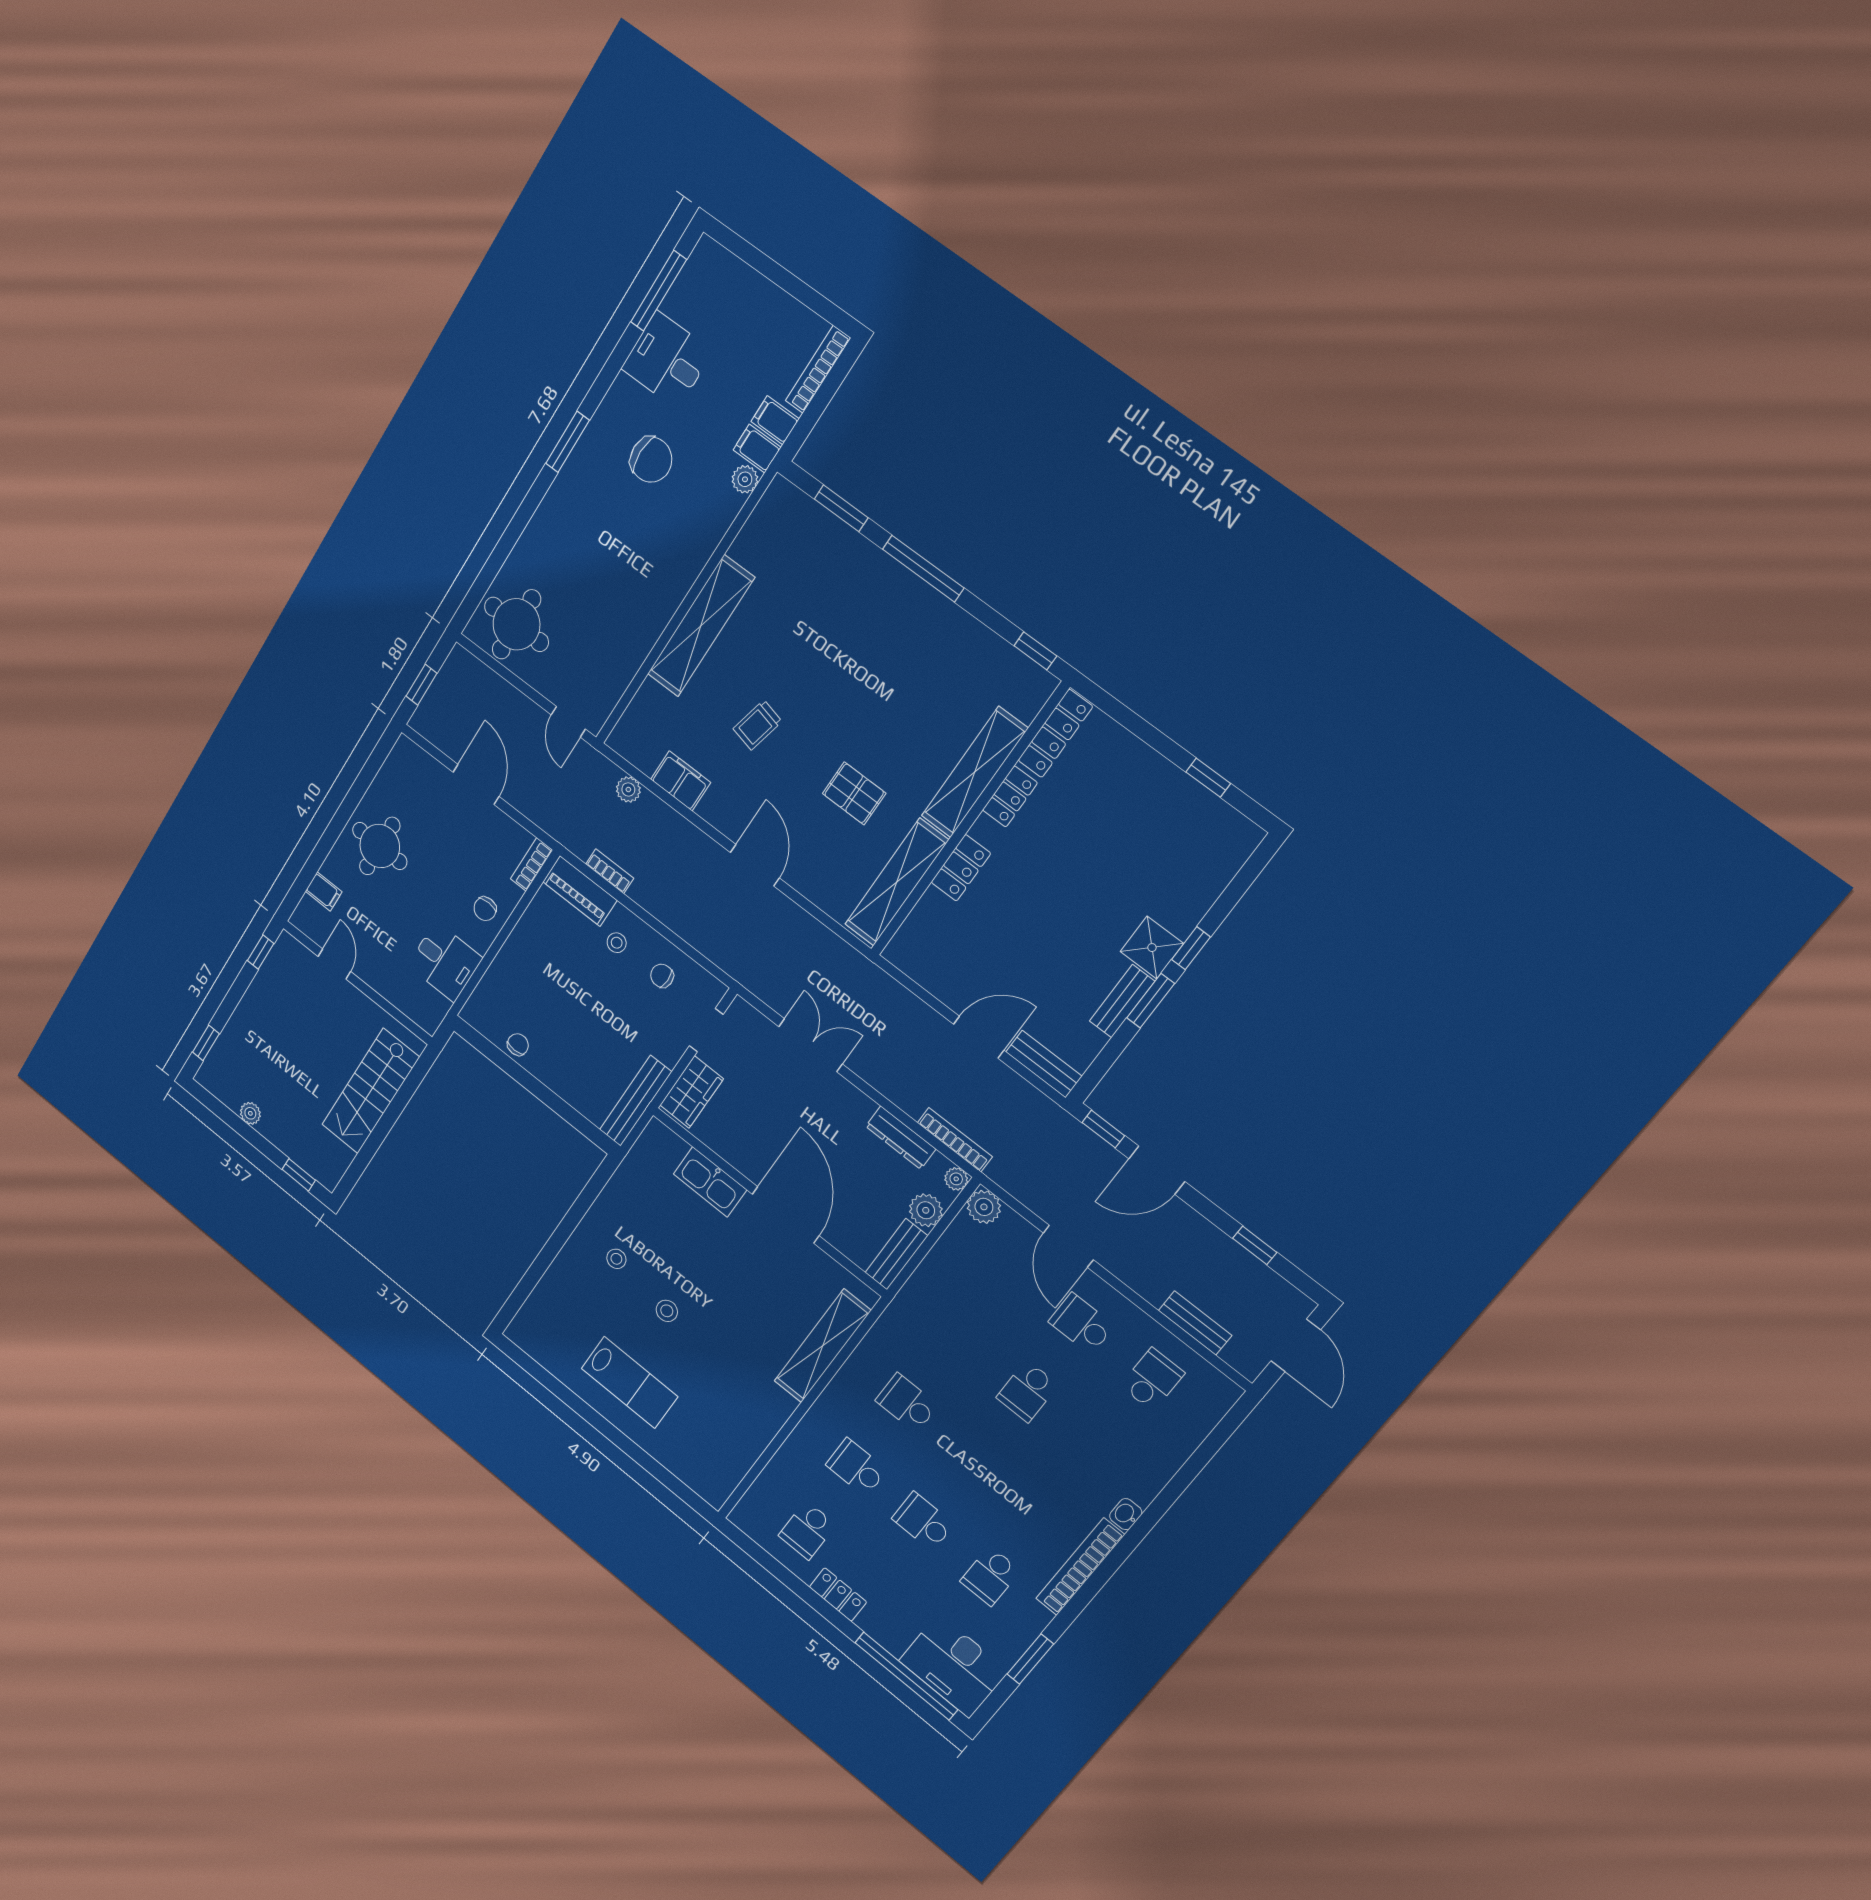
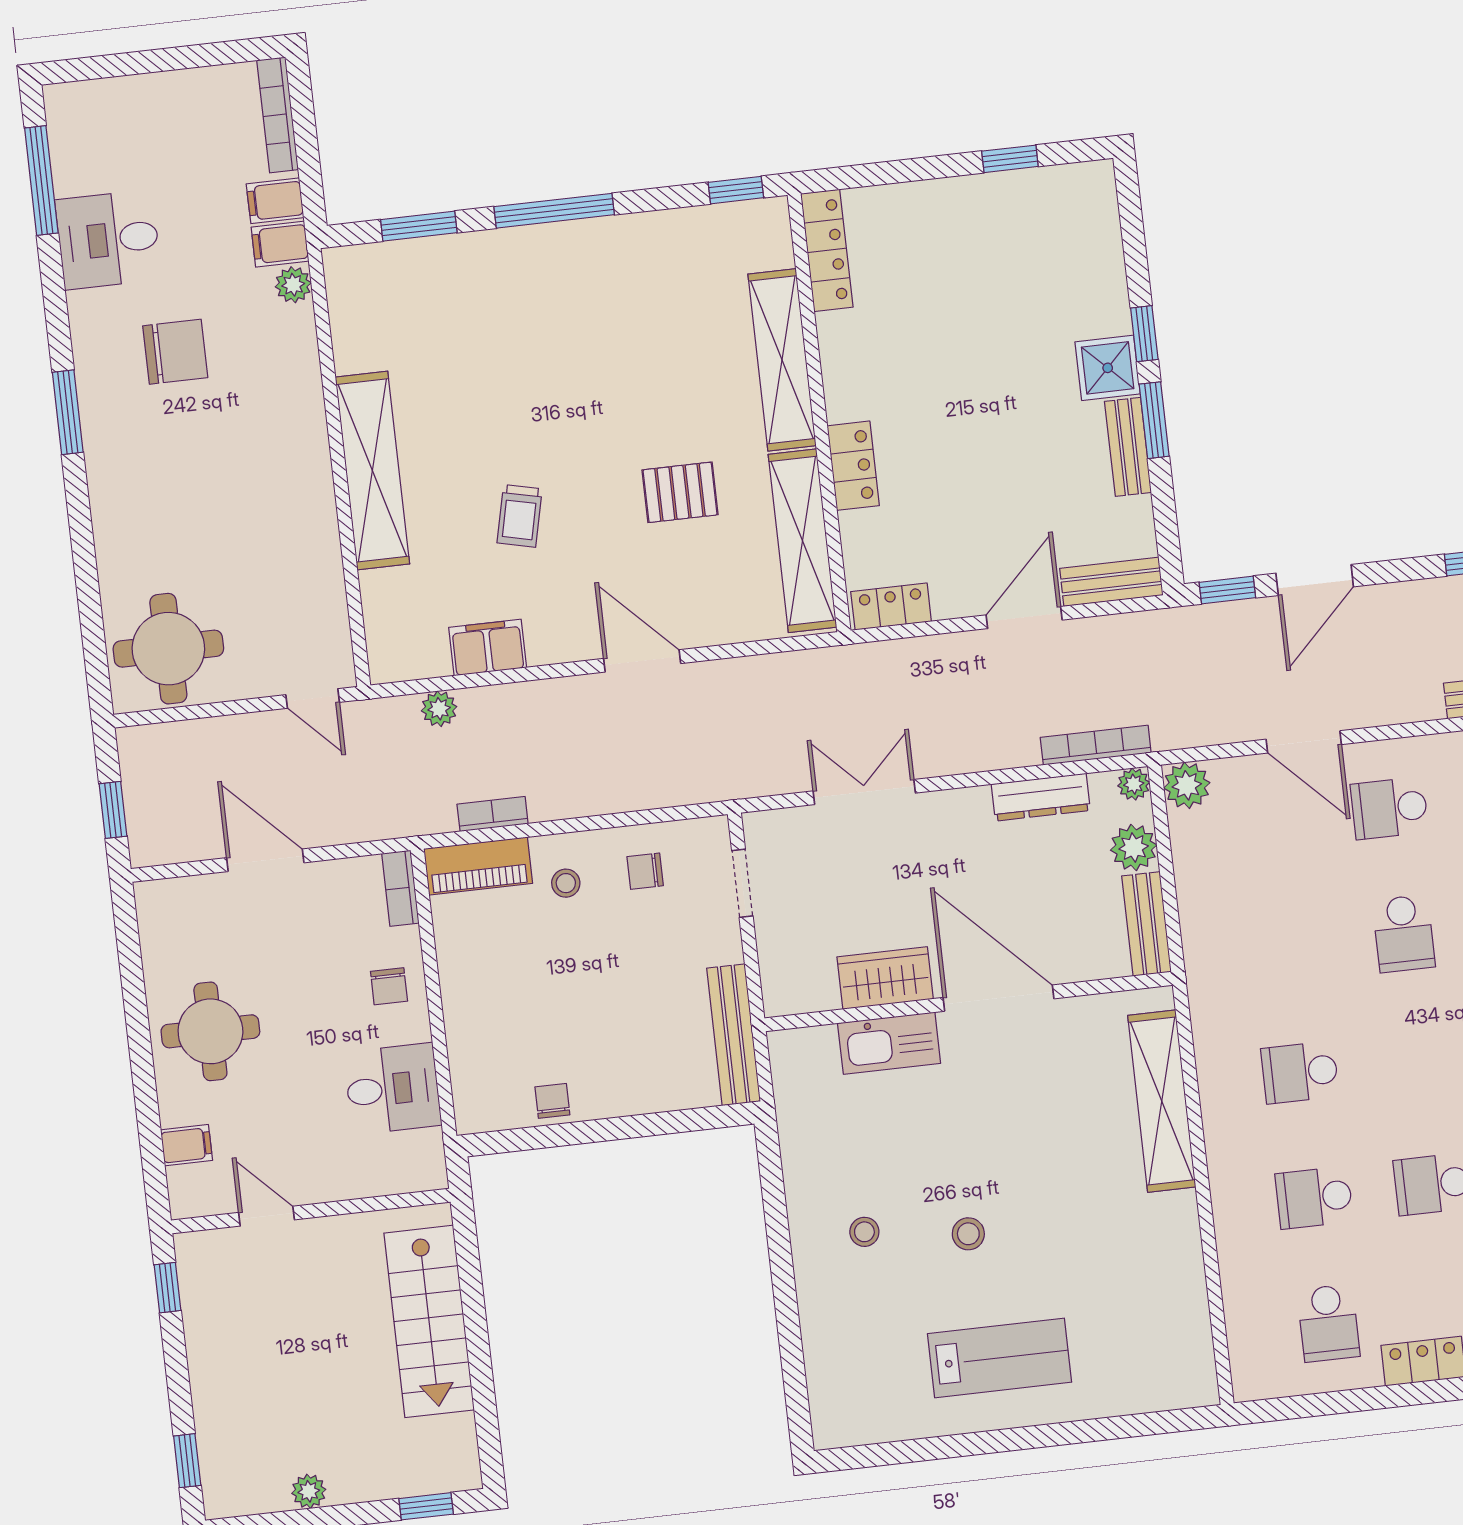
locker: (1010, 796) -> (891, 607), moved, turned -90
wardrobe: (692, 1092) -> (885, 978), moved, turned -90

